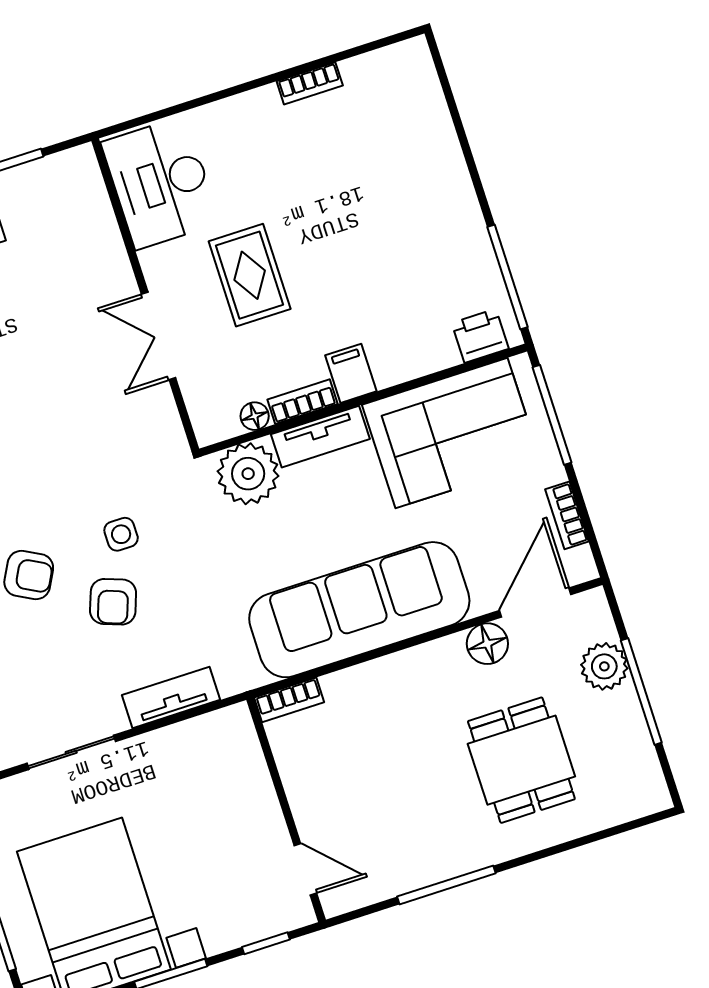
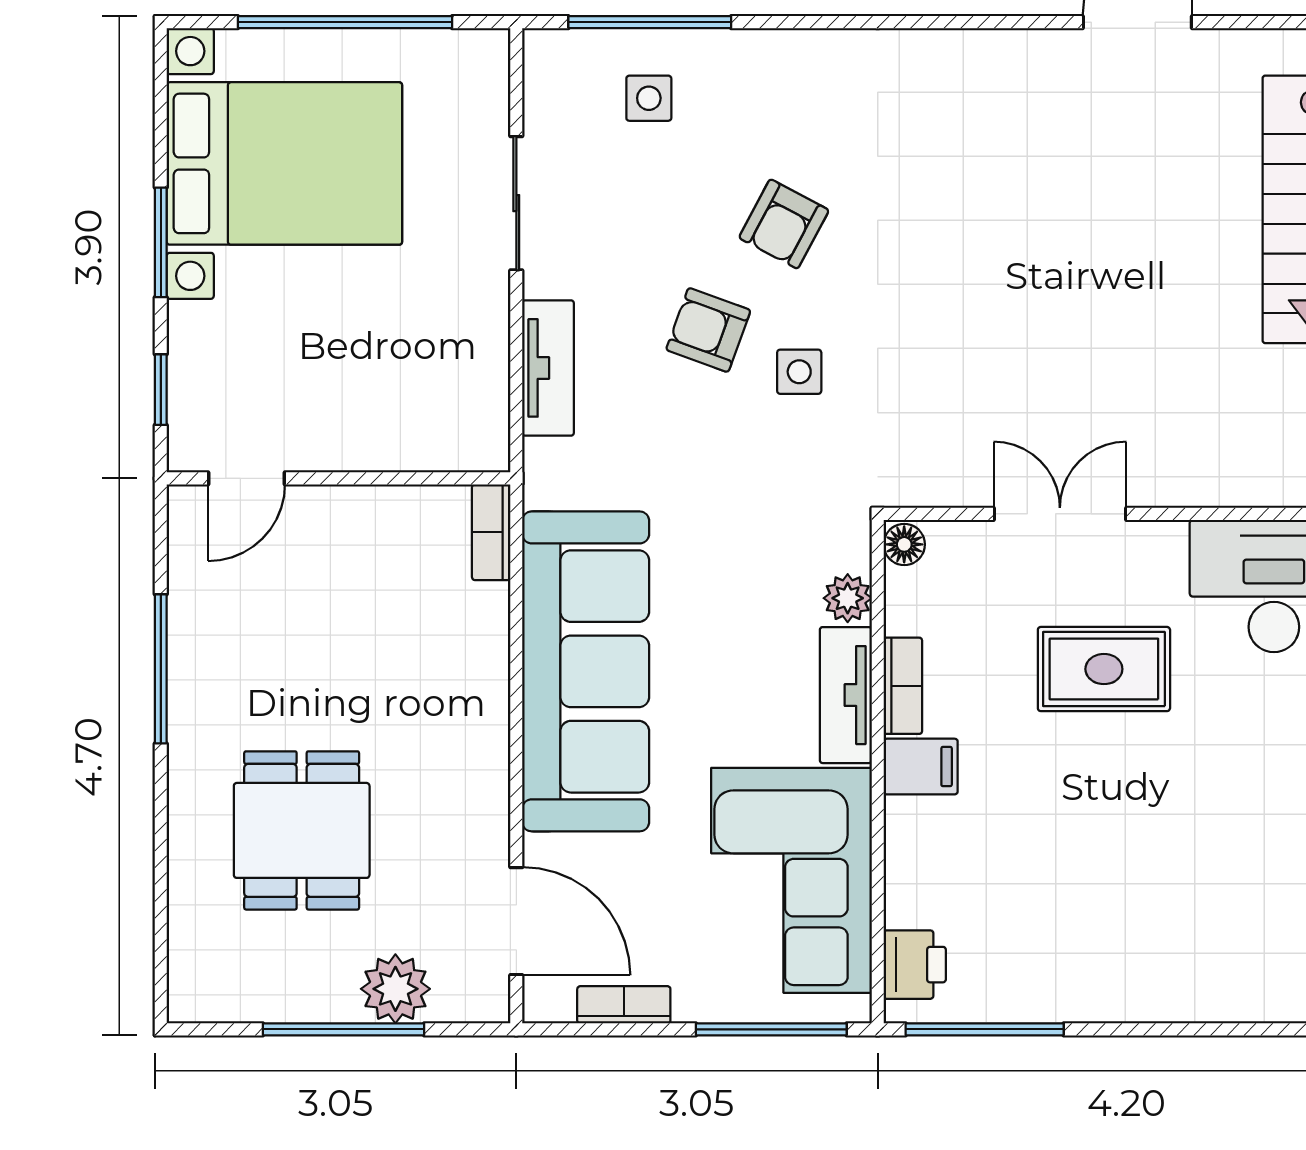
floor lamp: (255, 416) -> (904, 544), moved
plant: (248, 474) -> (848, 598), width x0.53, depth x0.53
floor lamp: (487, 644) -> (480, 835), removed
dining table: (521, 760) -> (302, 830), turned 90

